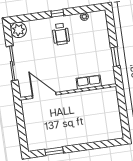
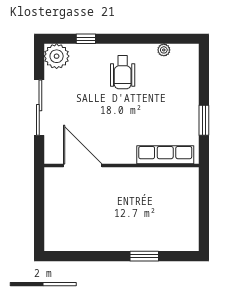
window: (57, 13) -> (86, 39), moved
row of seats: (89, 82) -> (165, 155), width x1.48
window: (54, 151) -> (144, 256), moved

